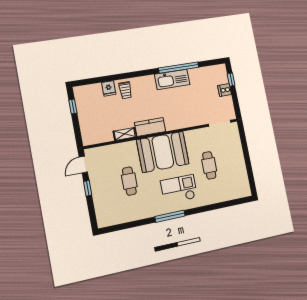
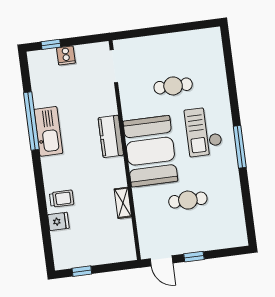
kitchen counter: (150, 127) -> (111, 136), moved

